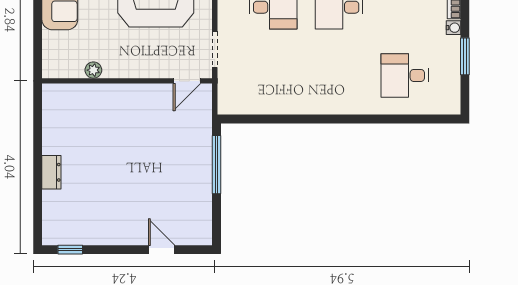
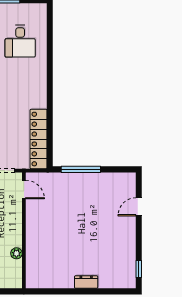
locker: (261, 102) -> (38, 139), added

